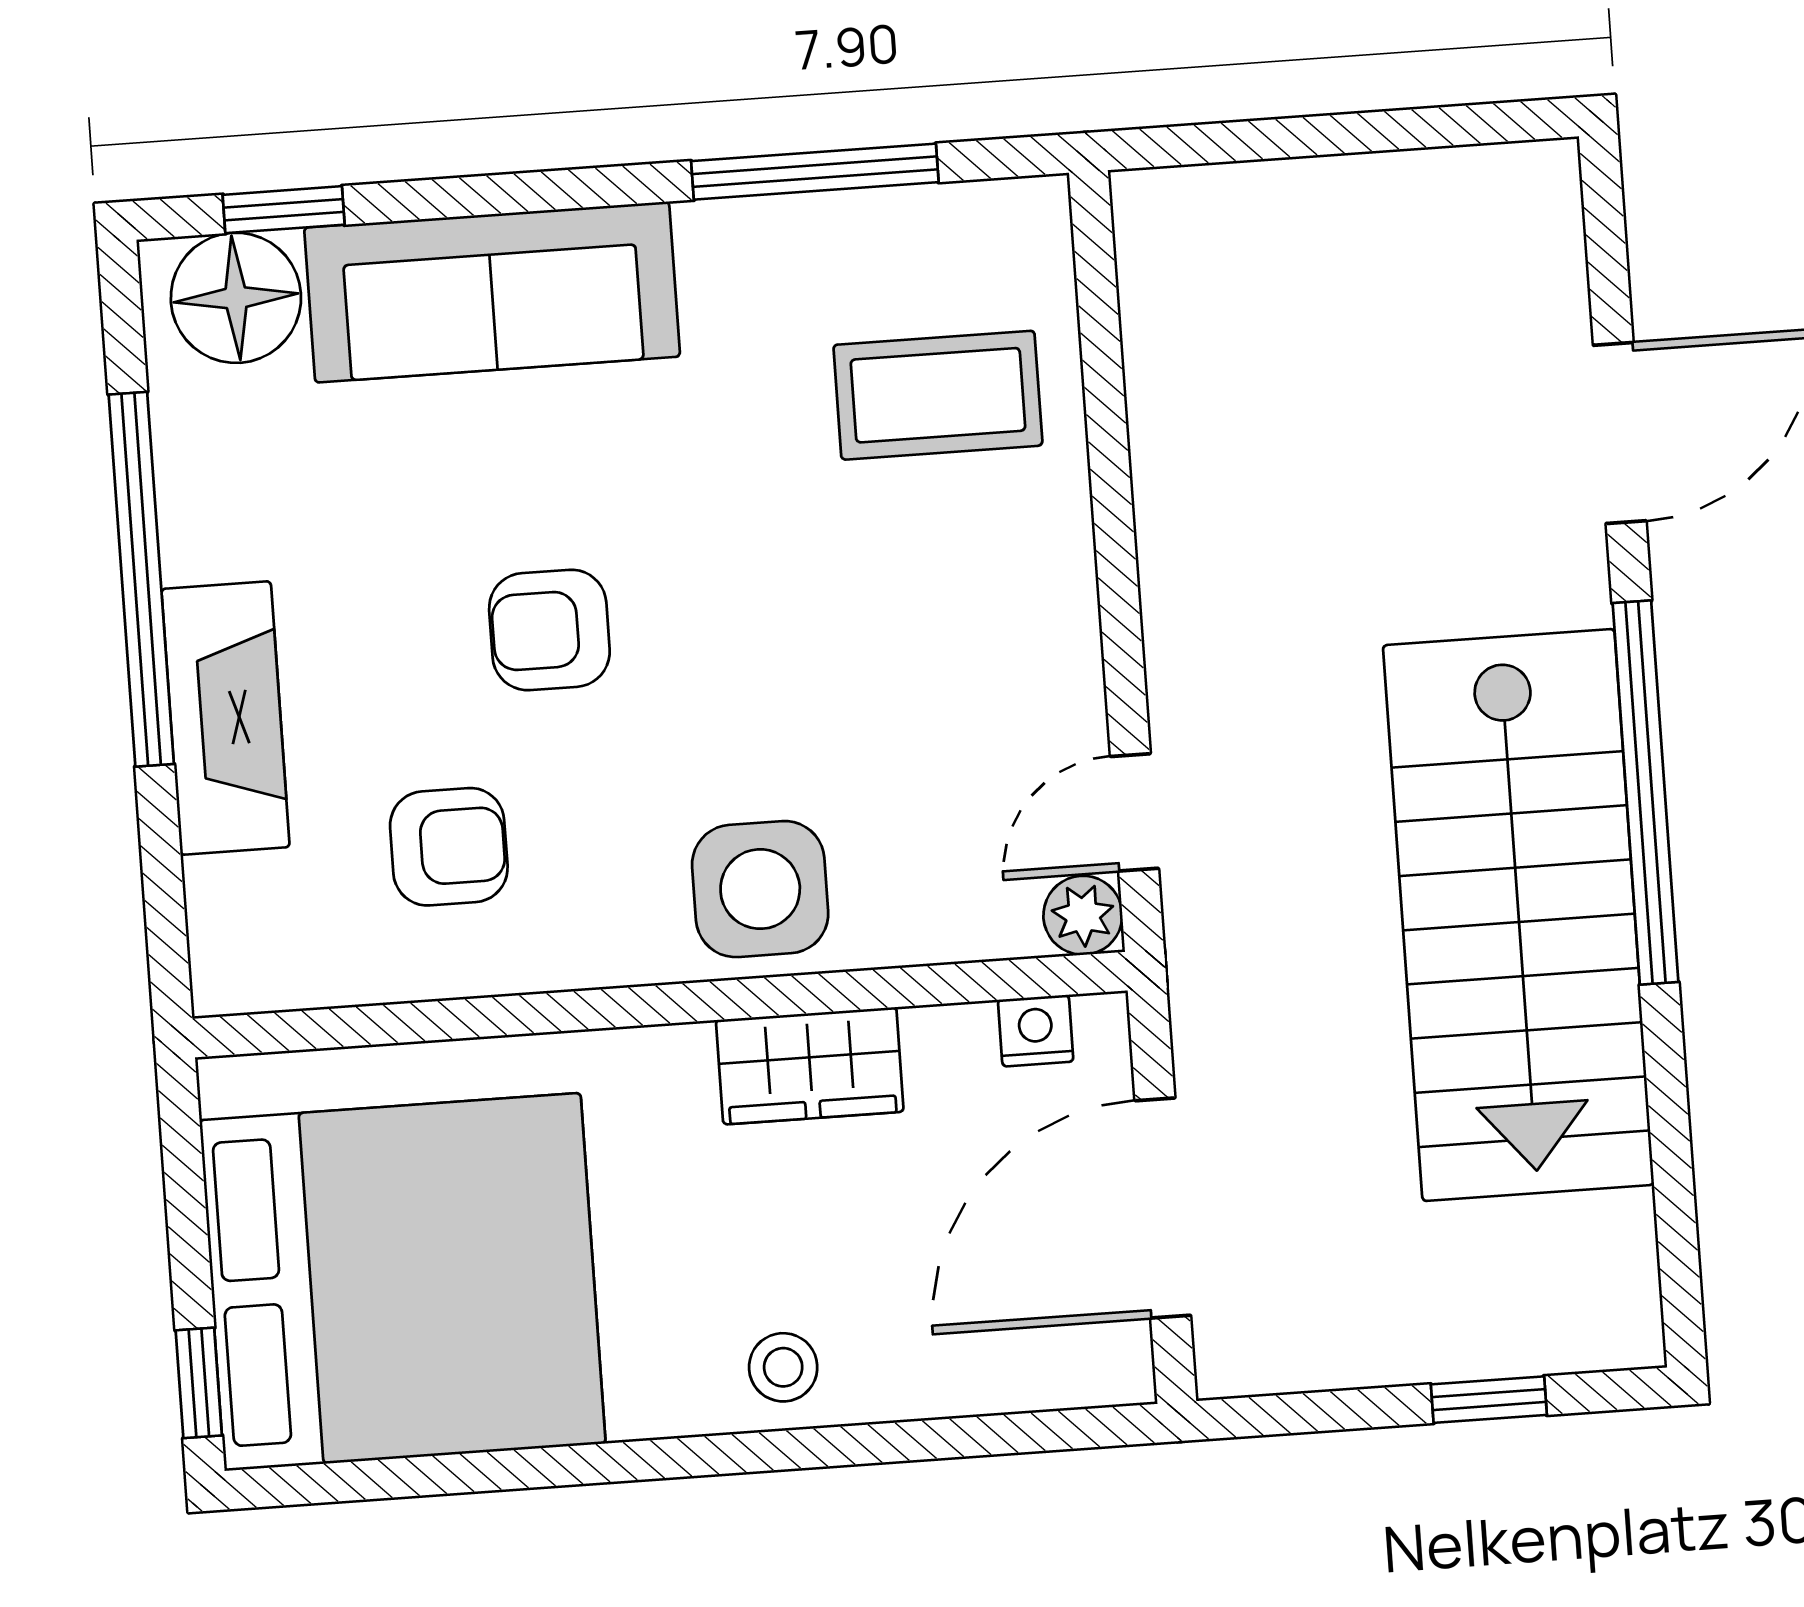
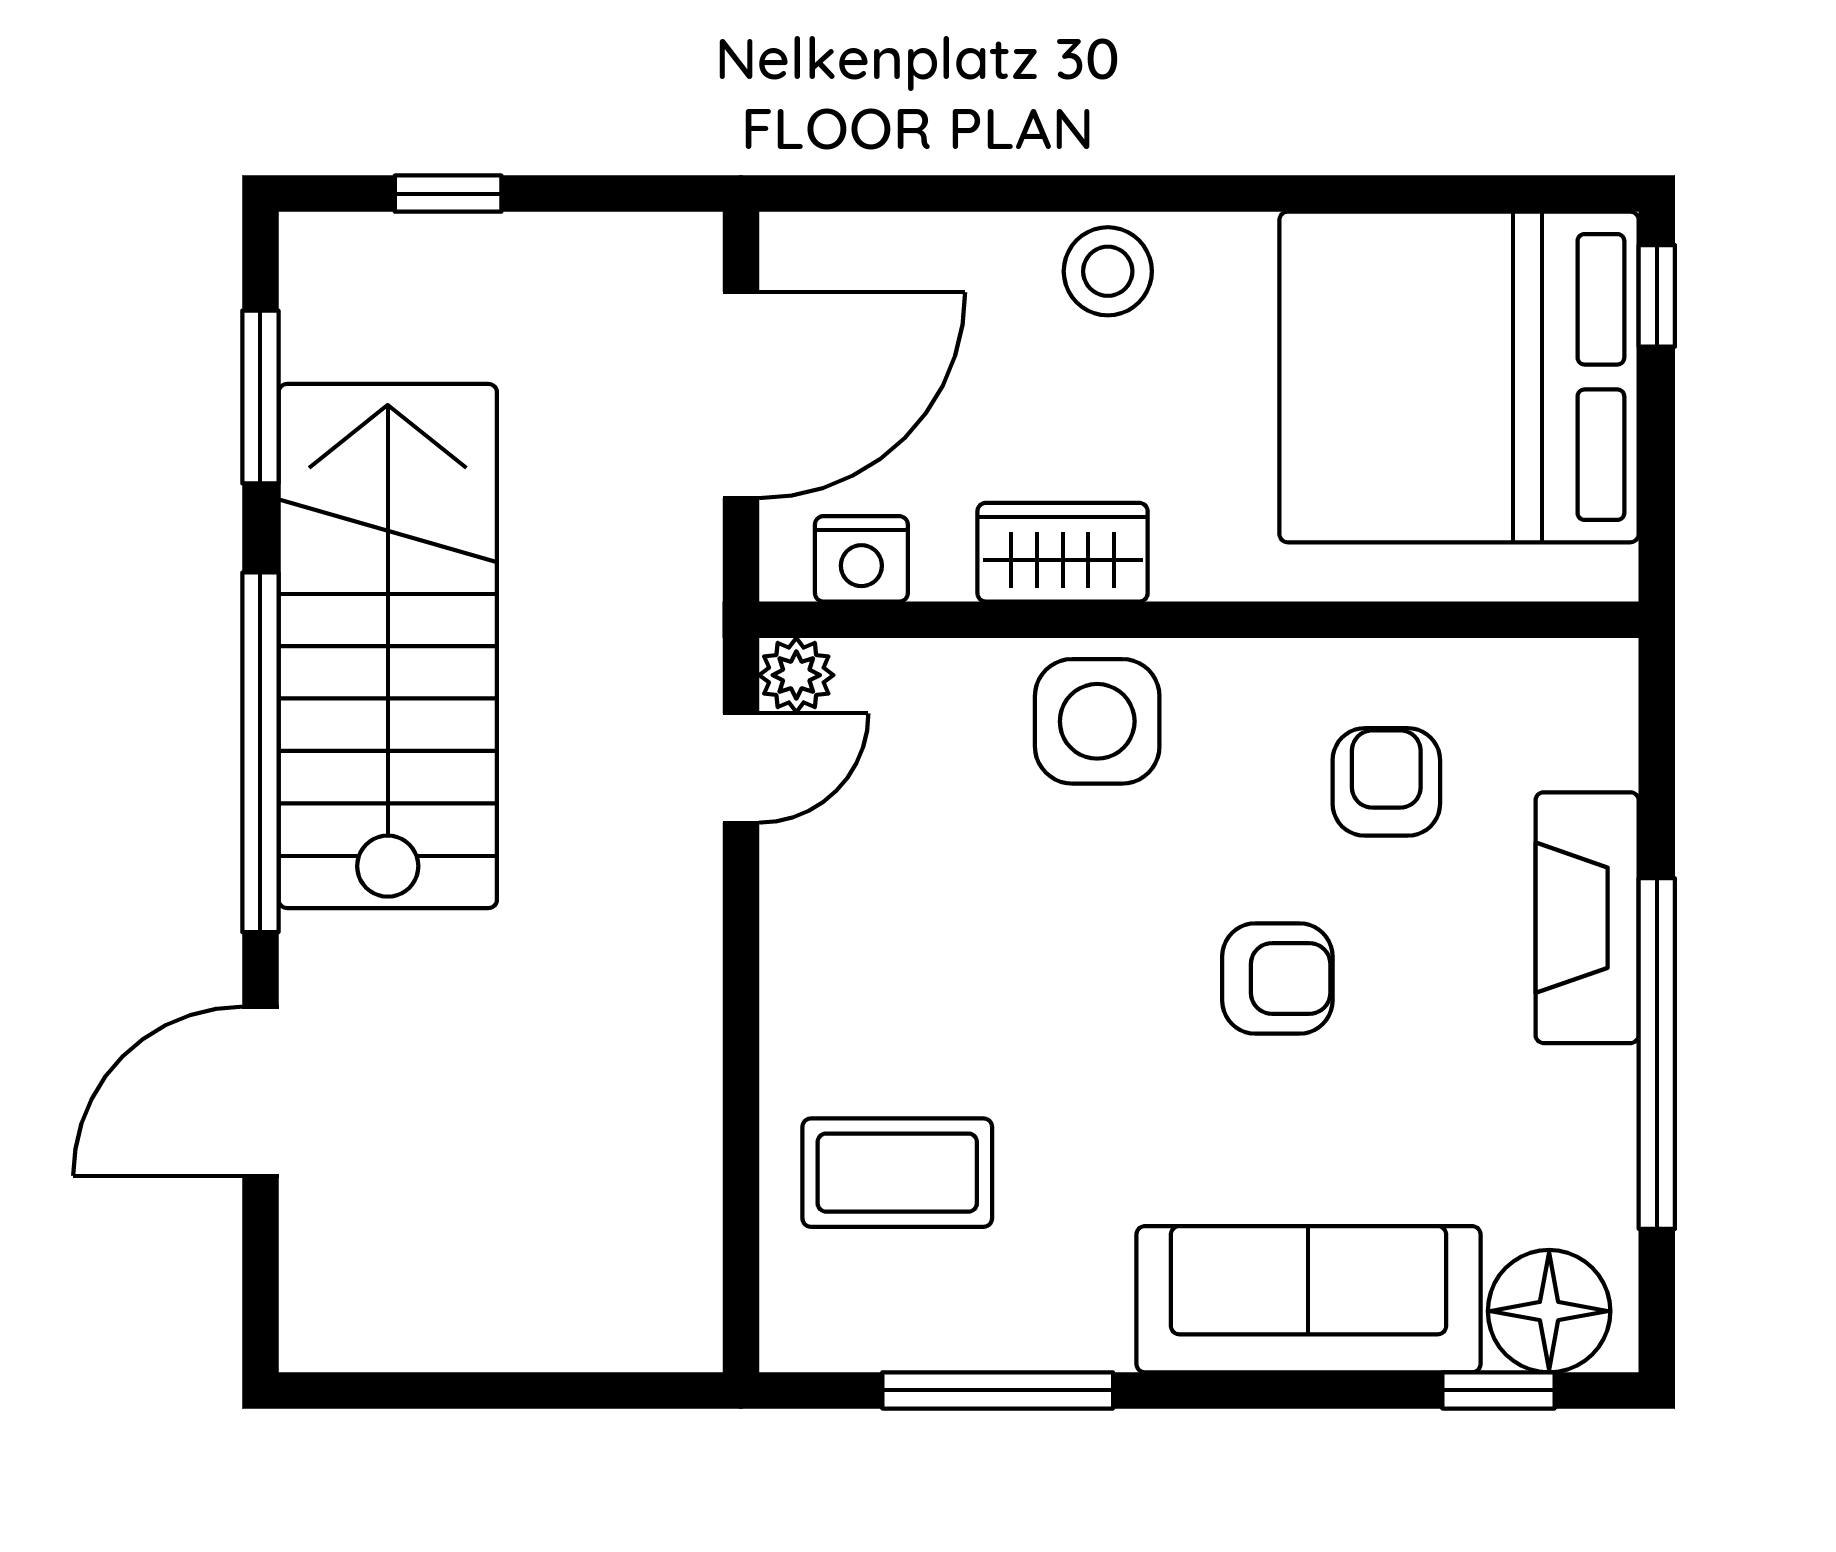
armchair: (449, 847) -> (1386, 782), turned 90
nightstand: (1036, 1031) -> (861, 559), width x1.39, depth x1.35
window: (1672, 1169) -> (260, 397), added
stool: (783, 1367) -> (1108, 271), width x1.37, depth x1.37

